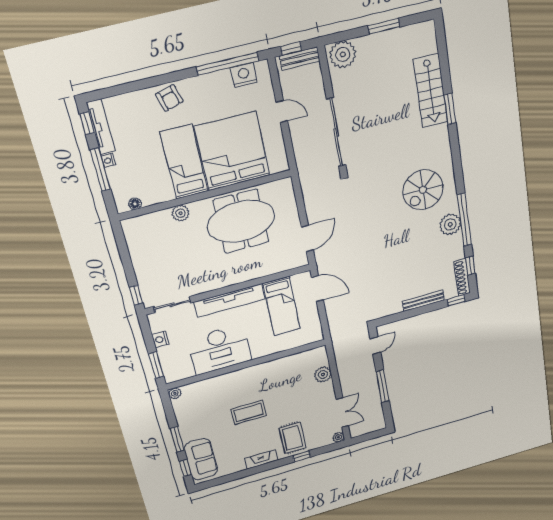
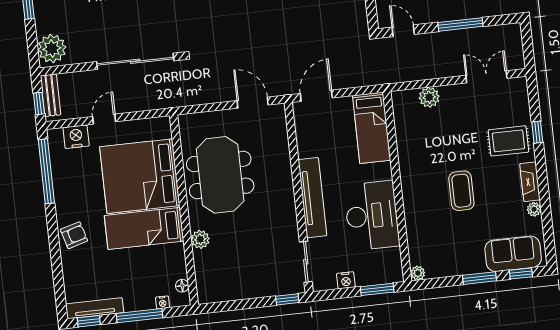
nightstand: (244, 75) -> (76, 137), moved, turned 90
nightstand: (108, 160) -> (163, 302), moved
bed: (282, 306) -> (372, 128), moved, turned 90
plant: (338, 437) -> (534, 209), moved

